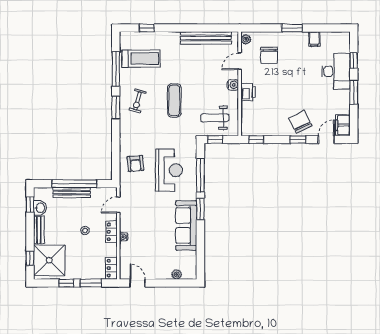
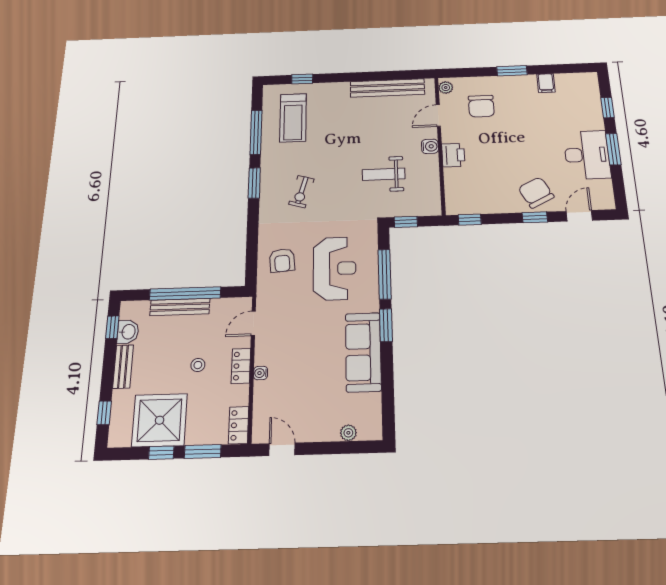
treadmill: (141, 59) -> (293, 118), turned 90
desk: (336, 71) -> (587, 155), moved
exercise mat: (174, 100) -> (342, 170), removed
exercise bike: (137, 101) -> (301, 192), moved
weight bench: (215, 118) -> (384, 174), moved
filing cabinet: (343, 125) -> (603, 195), removed
shower: (49, 260) -> (160, 420), moved

